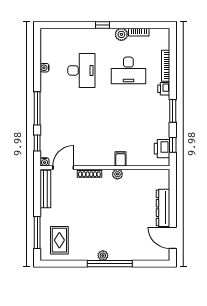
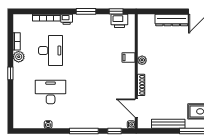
bench: (45, 189) -> (168, 124), moved

